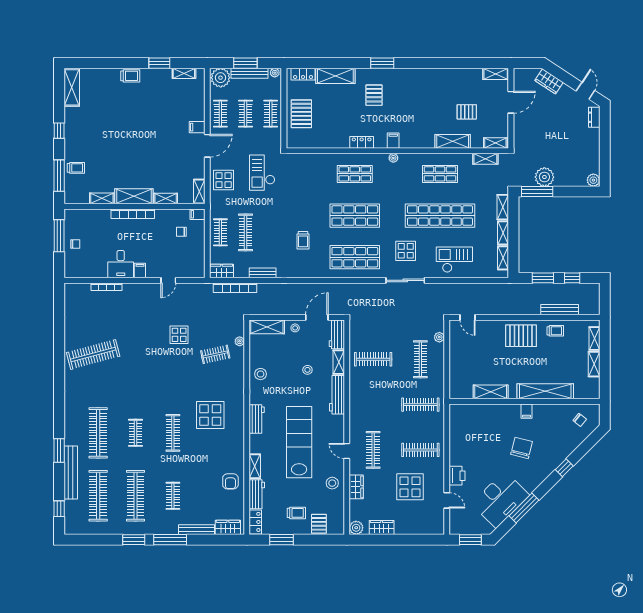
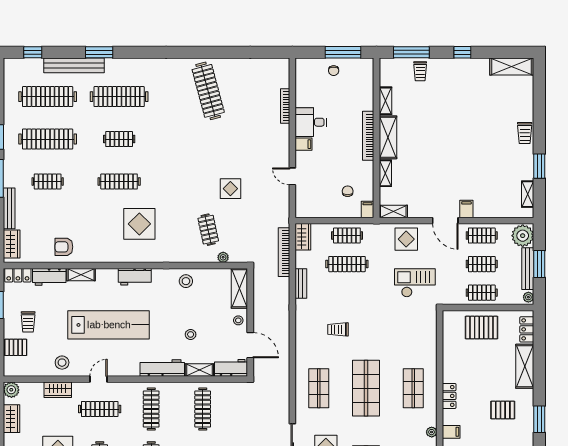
shop shelf: (355, 257) -> (319, 388), width x0.70, depth x0.74
clothes rail: (373, 405) -> (151, 409), added

